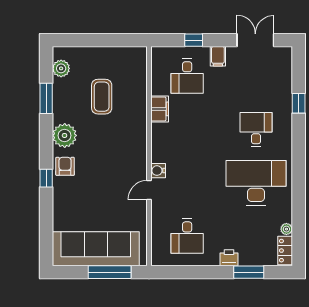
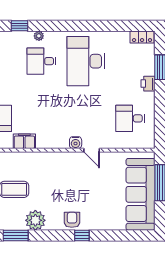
plant: (65, 135) -> (35, 220), moved
armchair: (65, 166) -> (72, 220), turned 90
plant: (286, 229) -> (39, 36), moved
desk: (187, 236) -> (130, 118), turned 180

